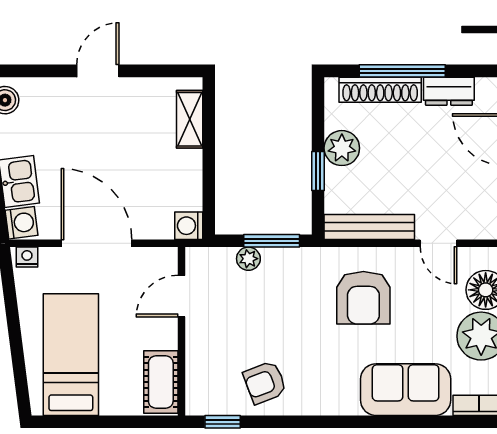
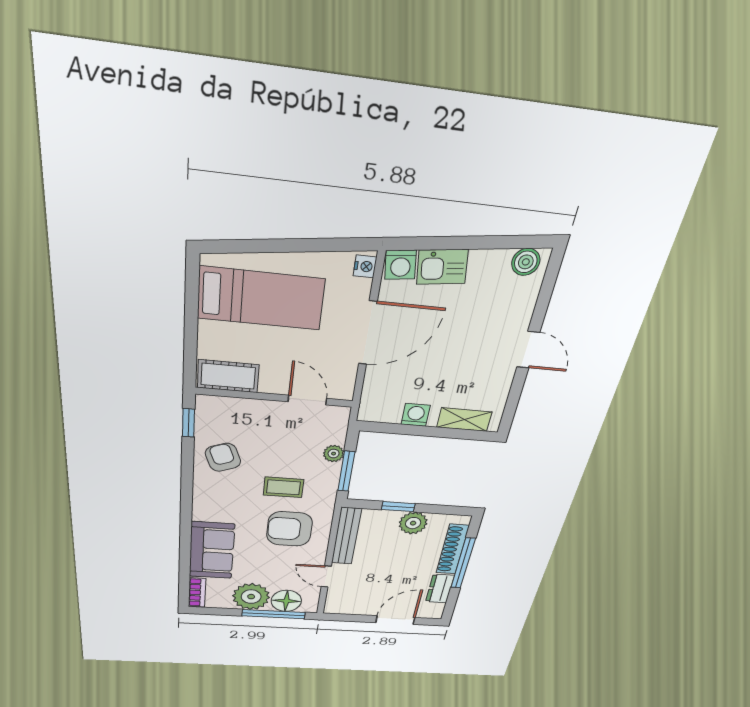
washing machine: (189, 226) -> (416, 415), moved
door: (439, 243) -> (326, 577), hinge flipped
coffee table: (301, 311) -> (284, 487), added

